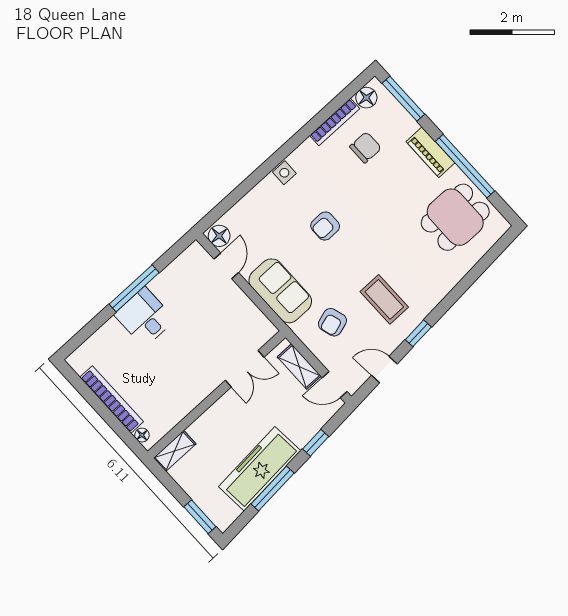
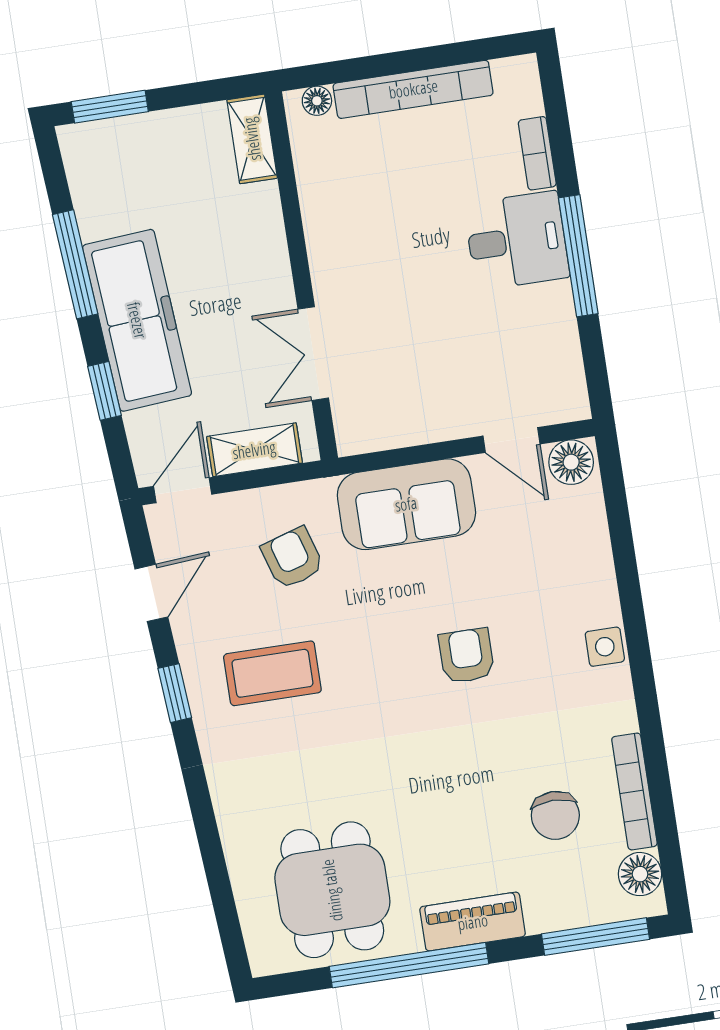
bookcase: (104, 332) -> (537, 153), added
freezer: (260, 469) -> (137, 320), moved

